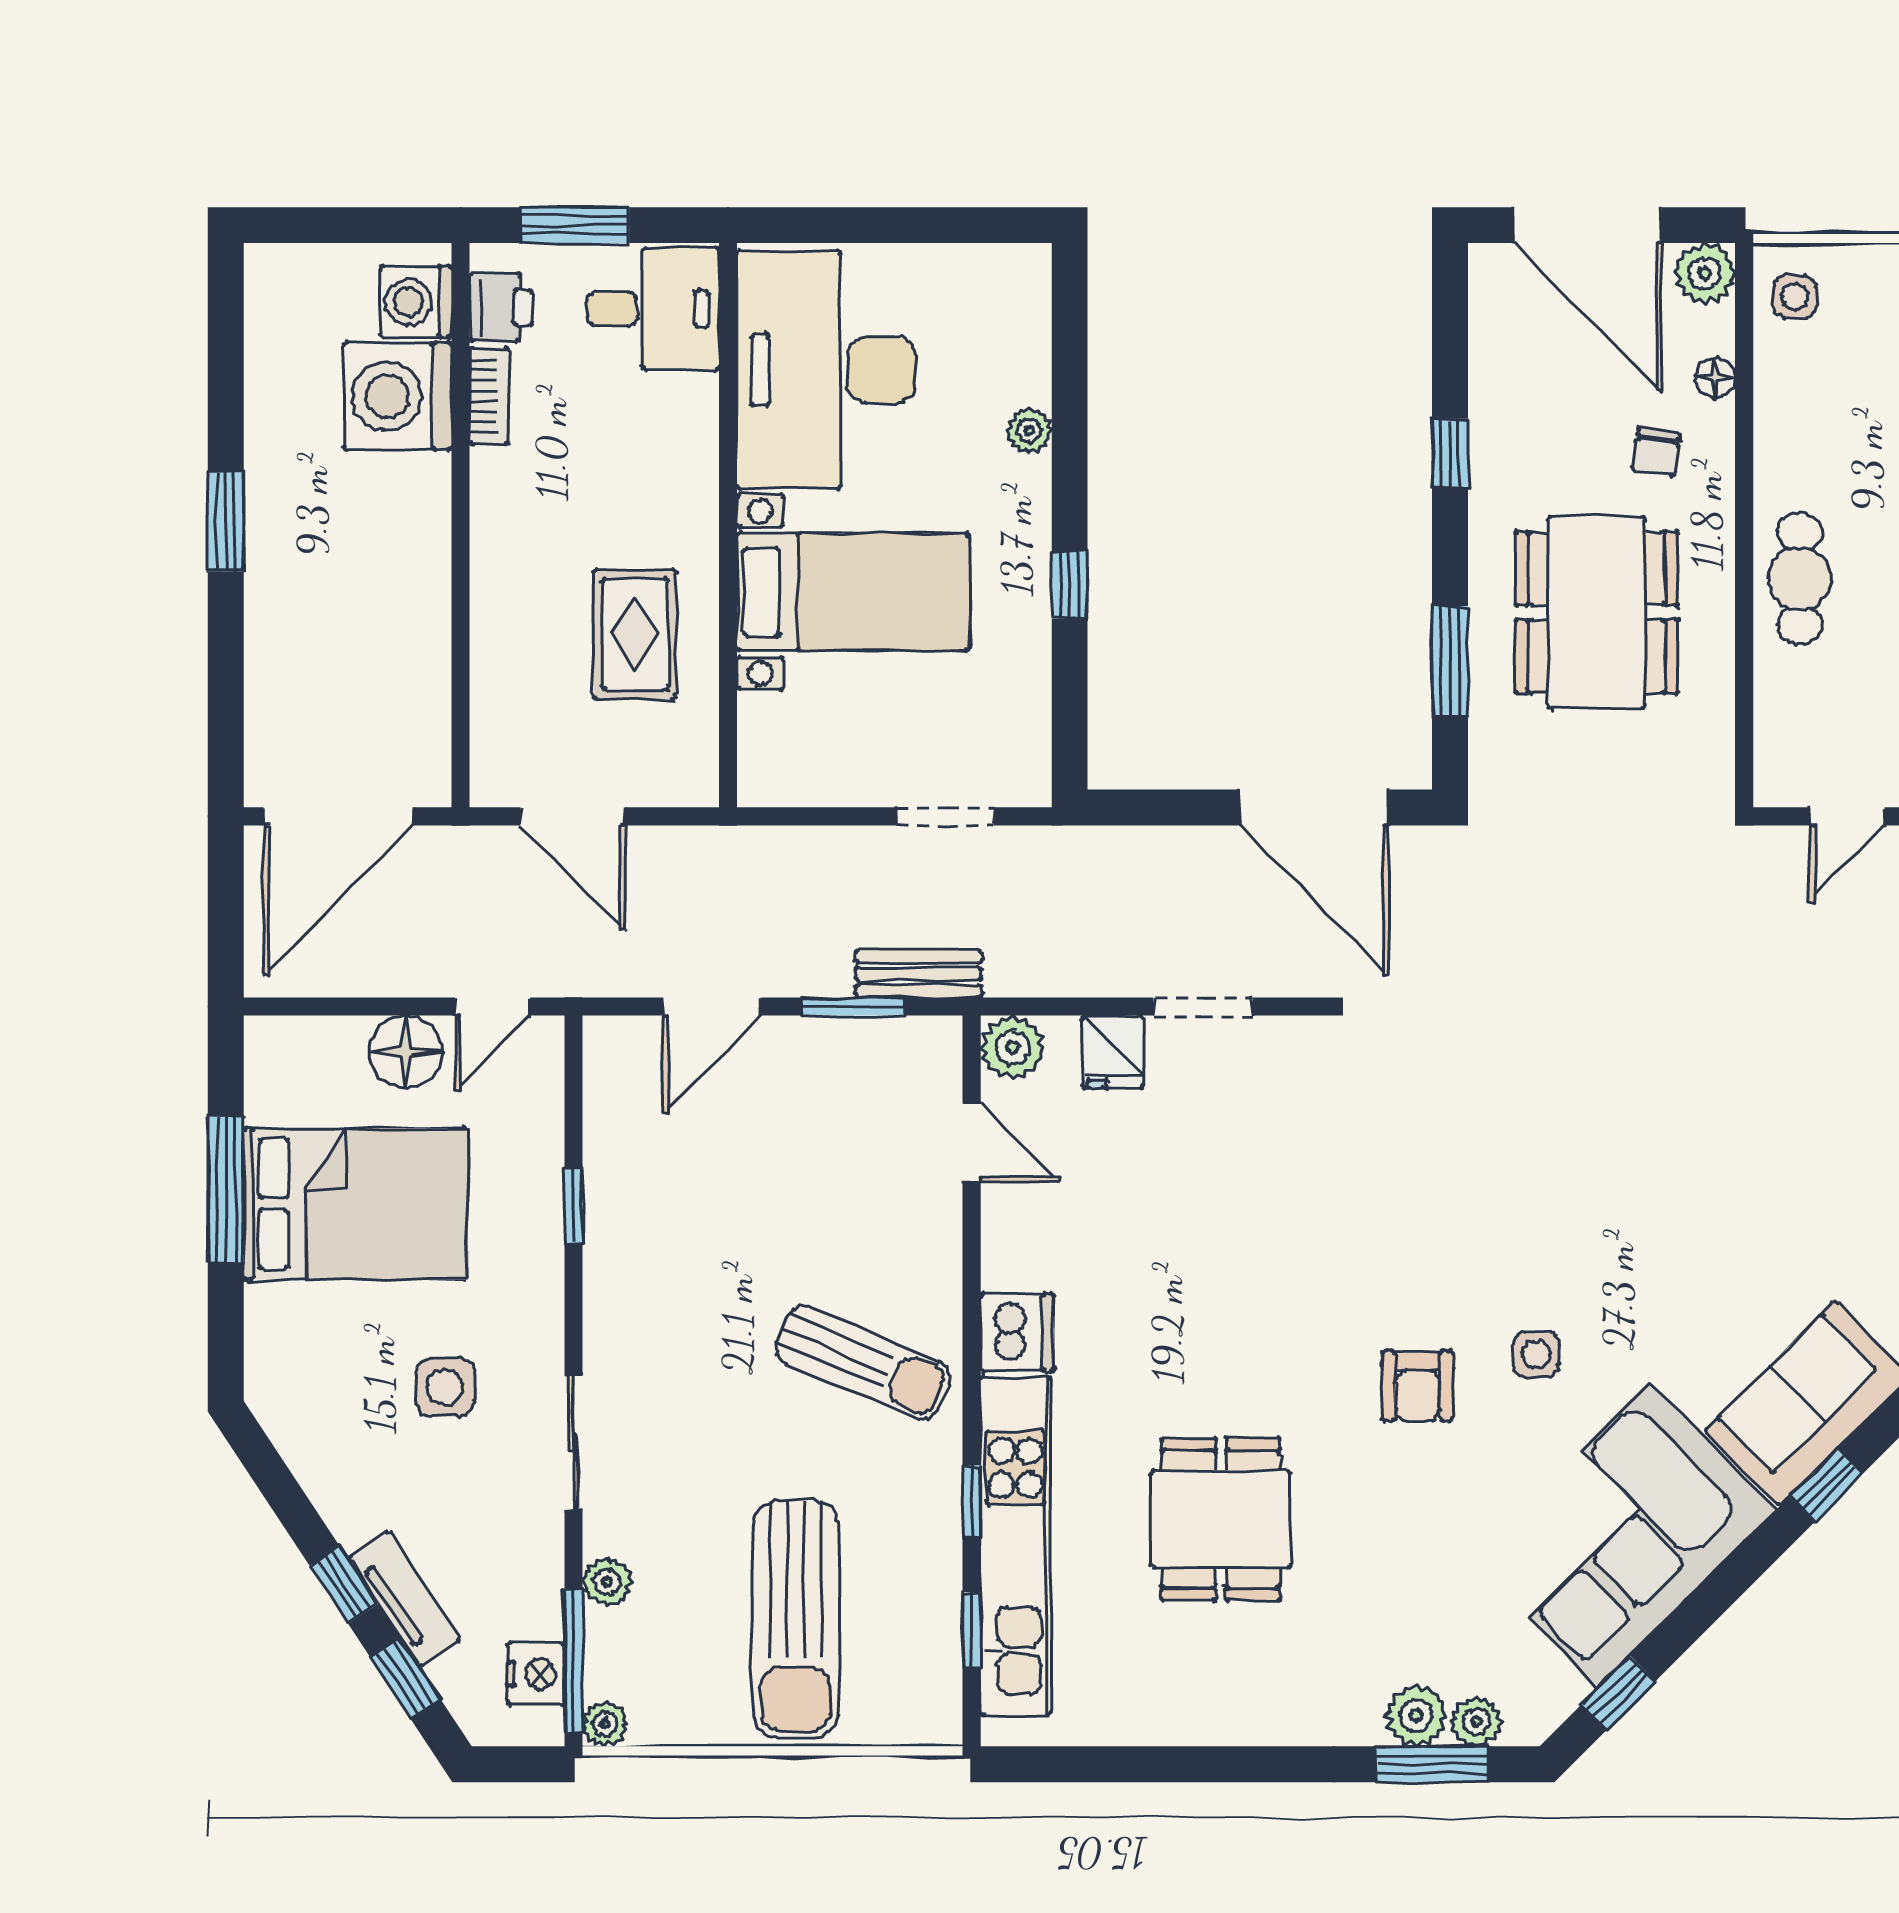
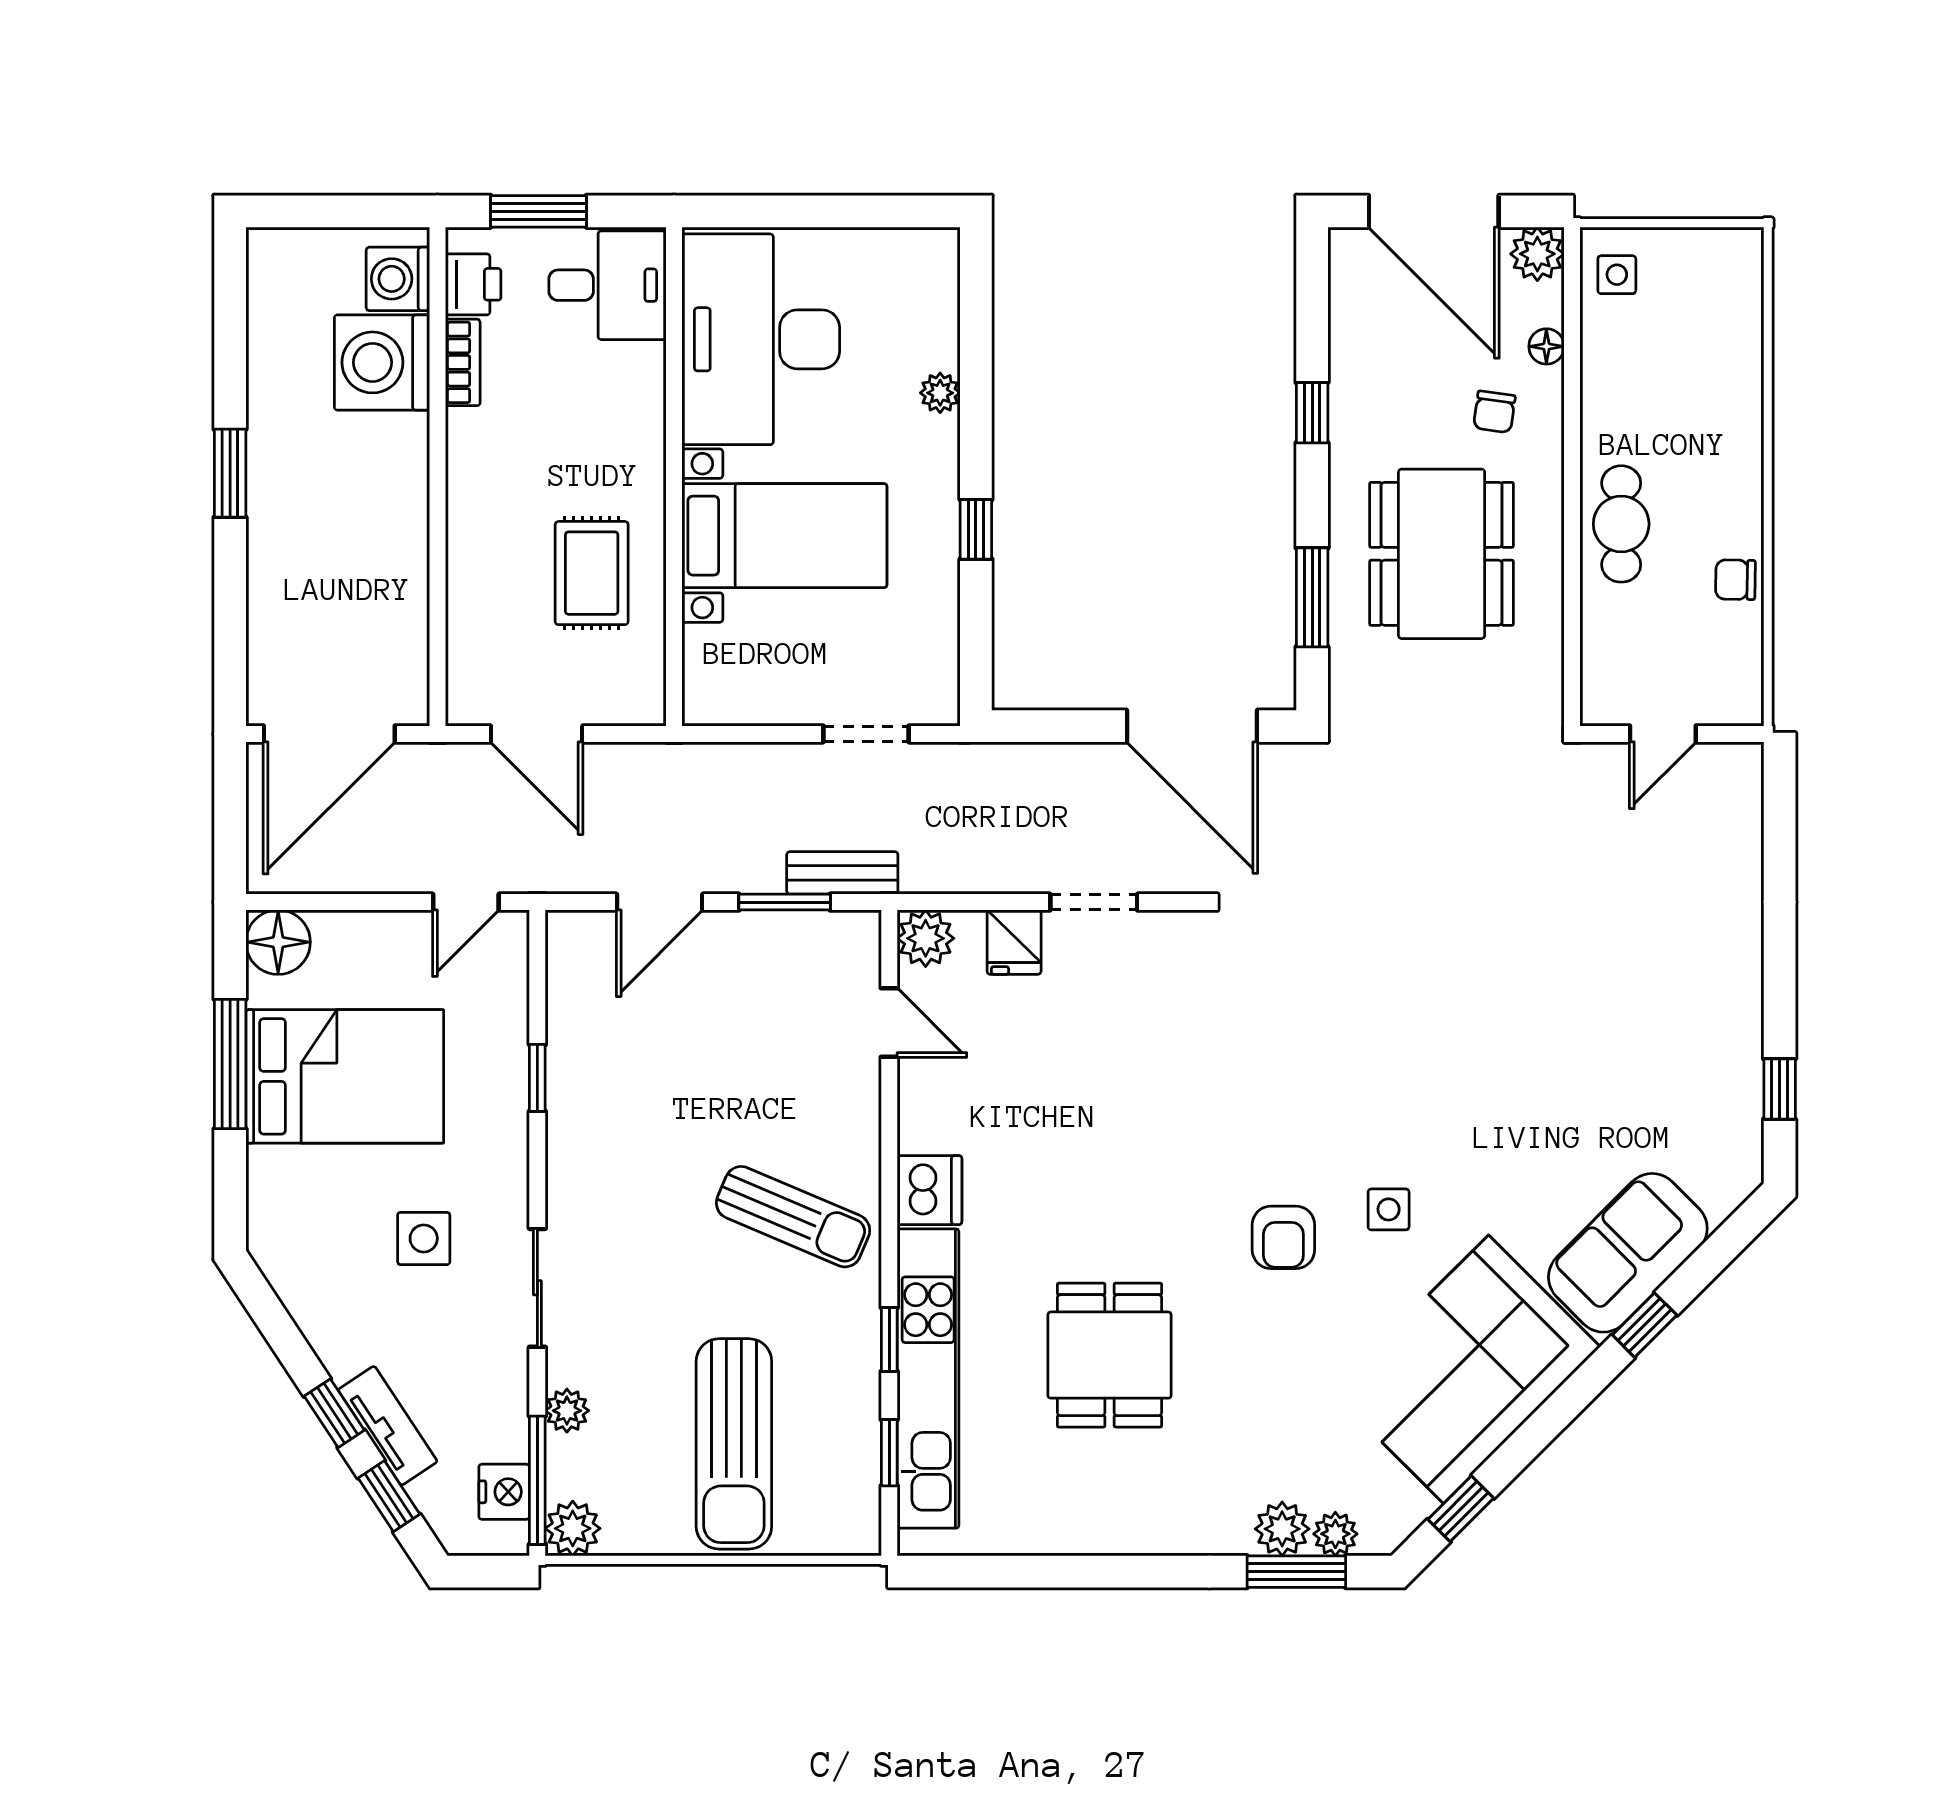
floor lamp: (406, 1052) -> (278, 942), moved
plant: (605, 1724) -> (573, 1528), width x1.38, depth x1.38

